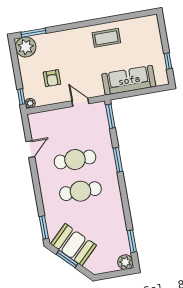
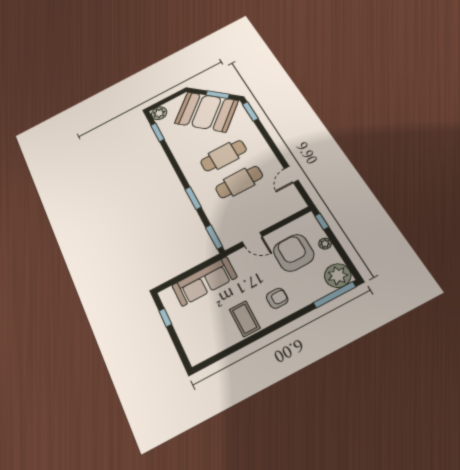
window: (33, 33) -> (335, 295), width x1.44
coffee table: (106, 38) -> (245, 319), turned 90
armchair: (77, 45) -> (277, 298), added
armchair: (52, 78) -> (294, 253), width x1.88, depth x1.88
plant: (30, 103) -> (325, 244), moved
booth: (74, 245) -> (206, 112), width x1.36, depth x1.42

